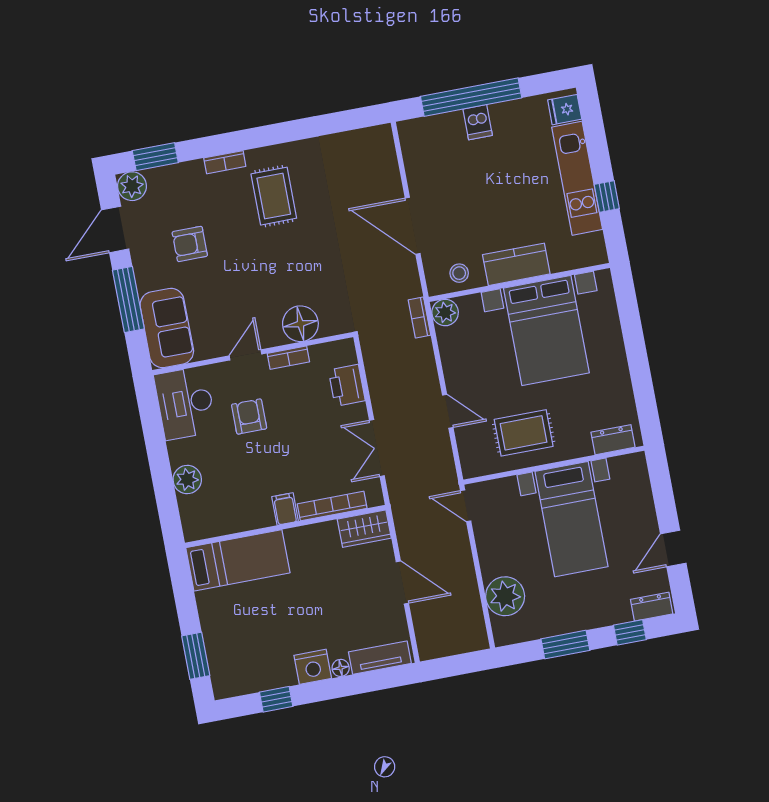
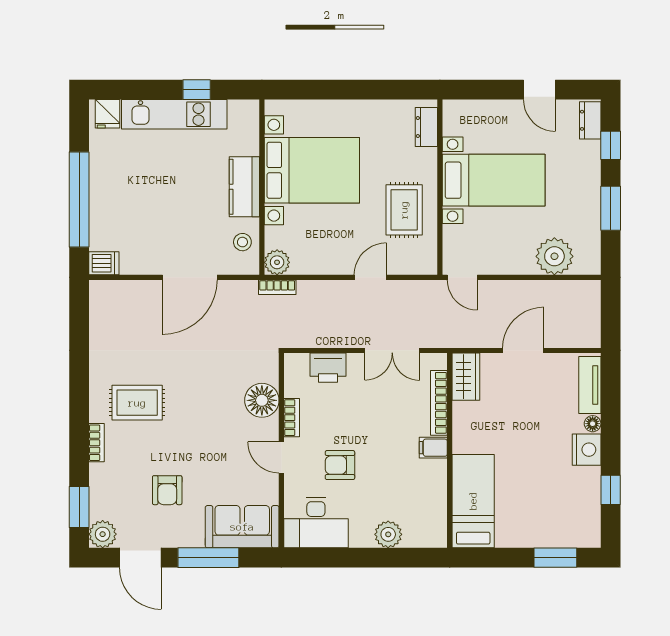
dishwasher: (478, 122) -> (104, 263), moved
door: (466, 506) -> (462, 277), hinge flipped

